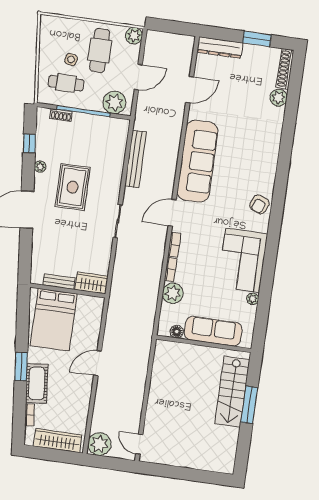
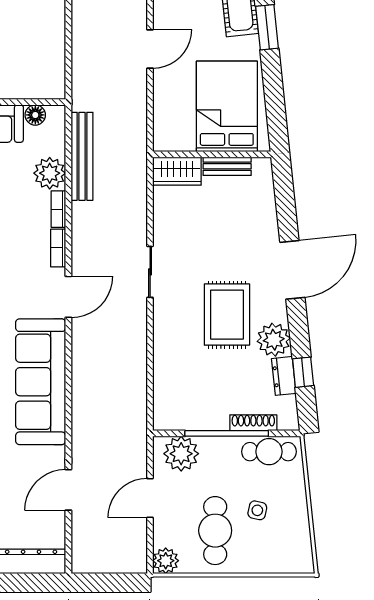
cafe table: (66, 83) -> (269, 452), moved
shoe rack: (61, 115) -> (253, 423), width x1.43
dresser: (42, 143) -> (284, 376), added
bench: (136, 159) -> (82, 156), moved
plant: (40, 167) -> (274, 340), width x1.88, depth x1.88

